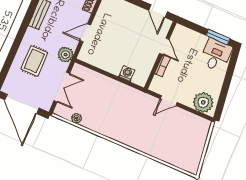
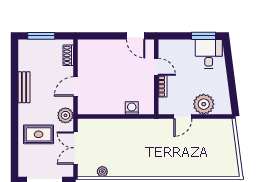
rug: (34, 61) -> (39, 134), turned 90
double door: (62, 87) -> (75, 148), swing flipped
plant: (203, 102) -> (204, 104), moved

